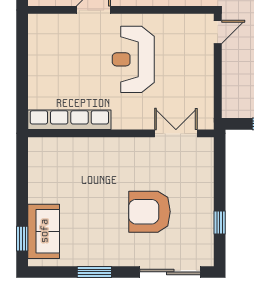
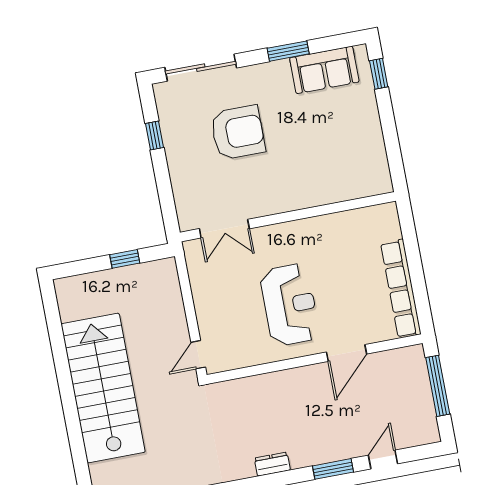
row of seats: (69, 120) -> (401, 289), moved, turned 90
sofa: (44, 231) -> (324, 70), moved, turned -90

